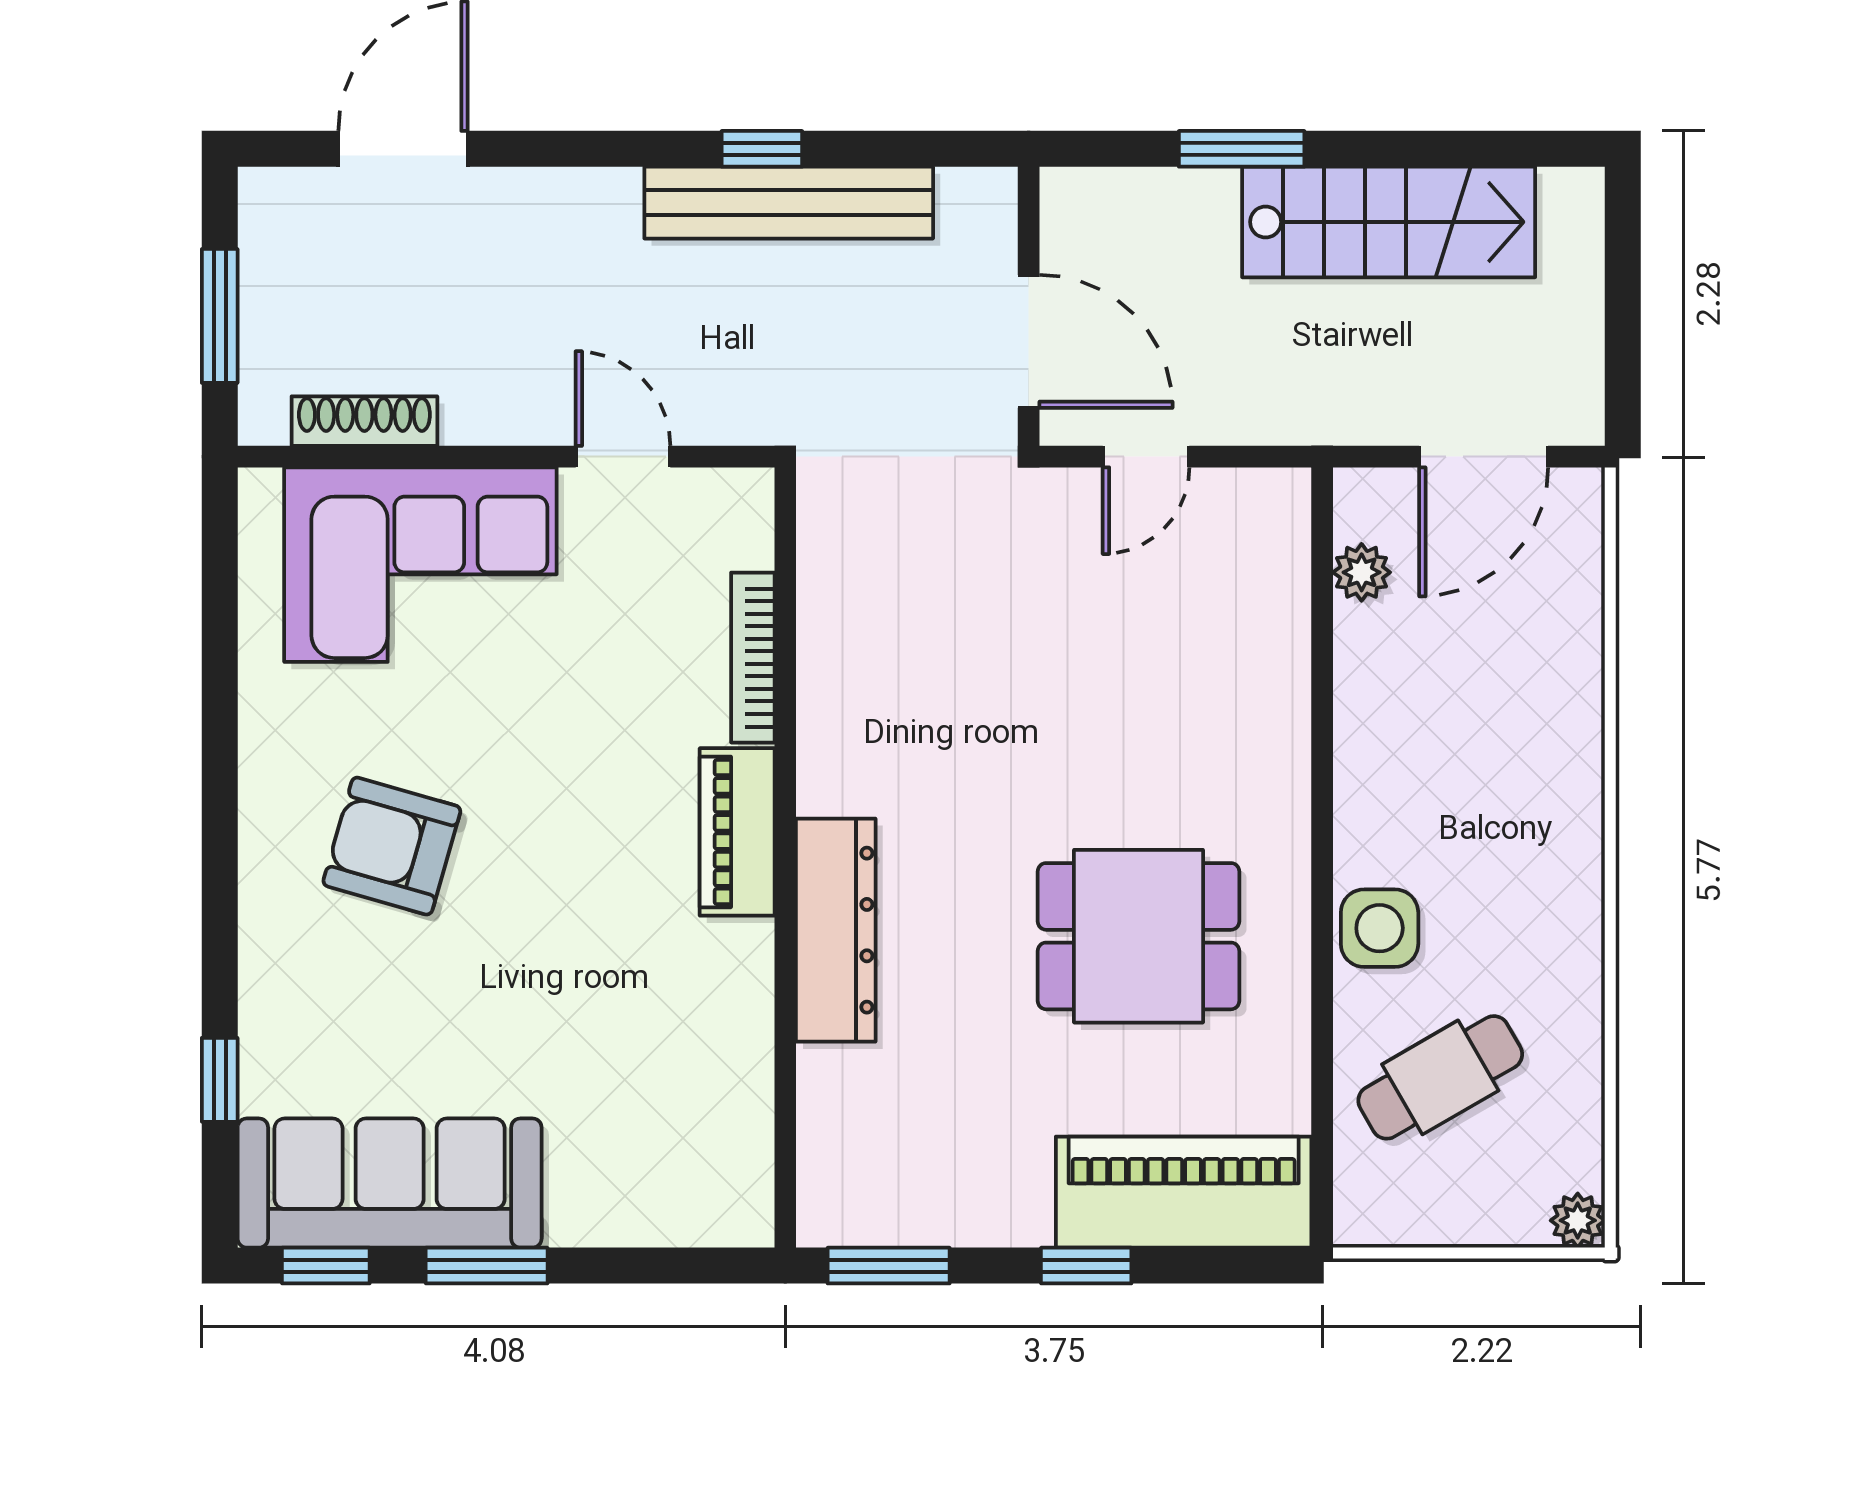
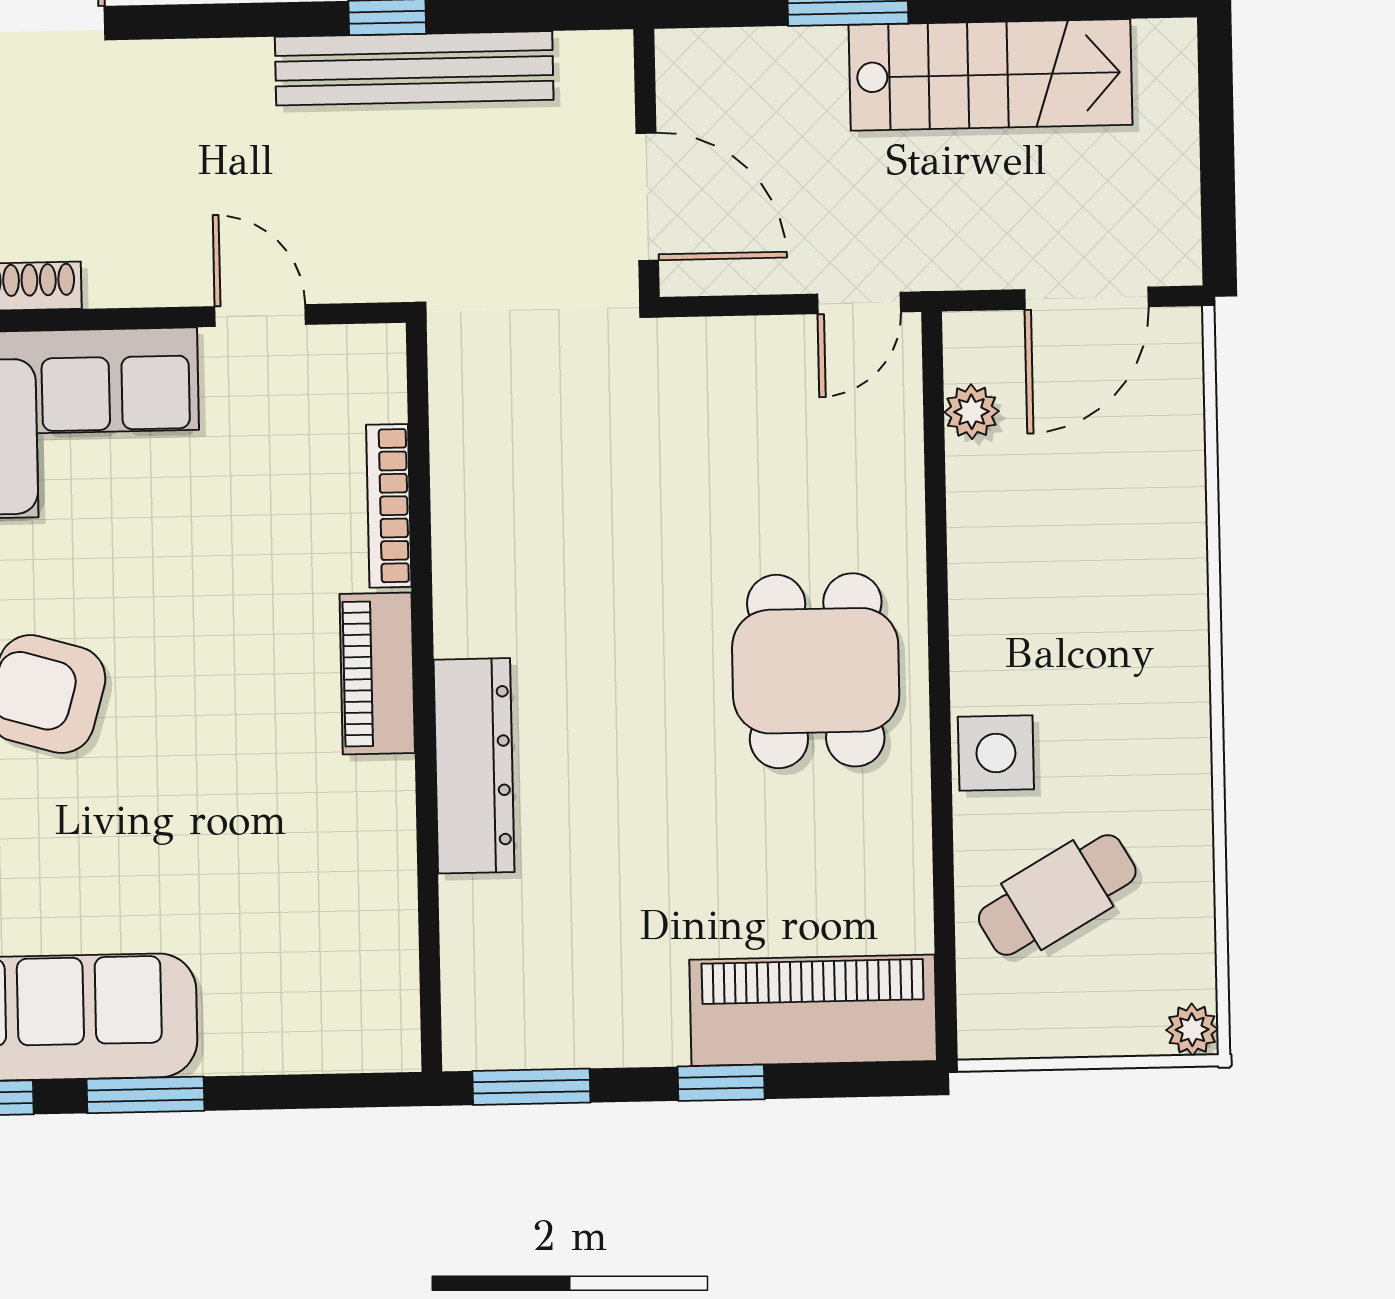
door: (1146, 457) -> (859, 303), moved
dining table: (1139, 936) -> (816, 671), moved, turned 90

